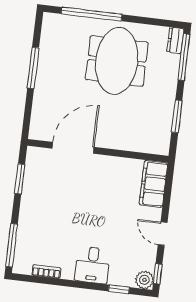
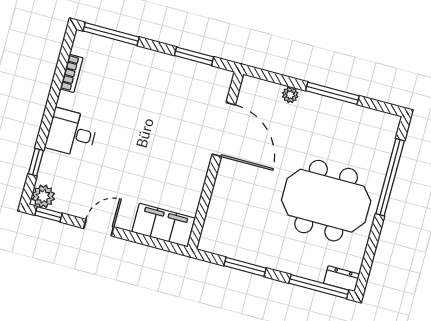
plant: (39, 100) -> (290, 95), added

